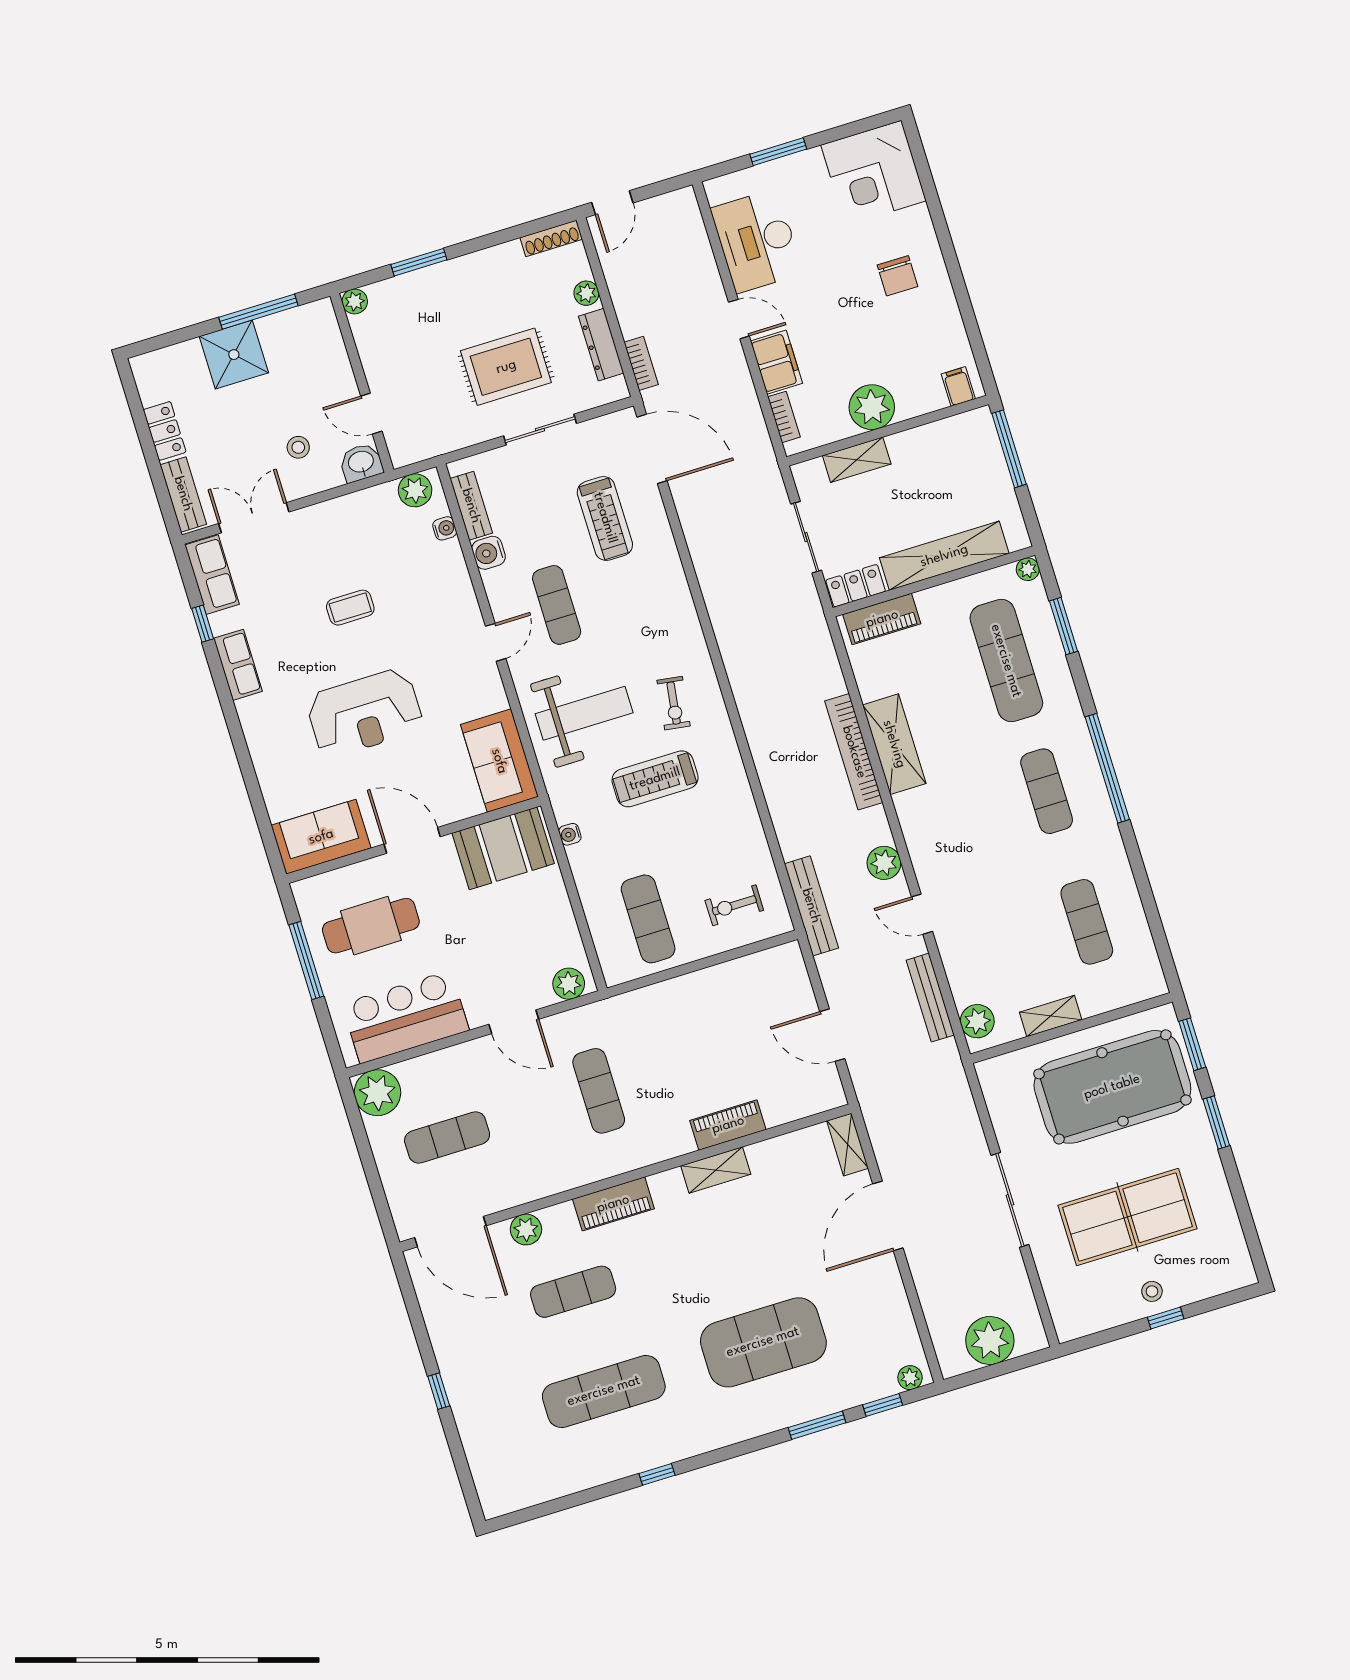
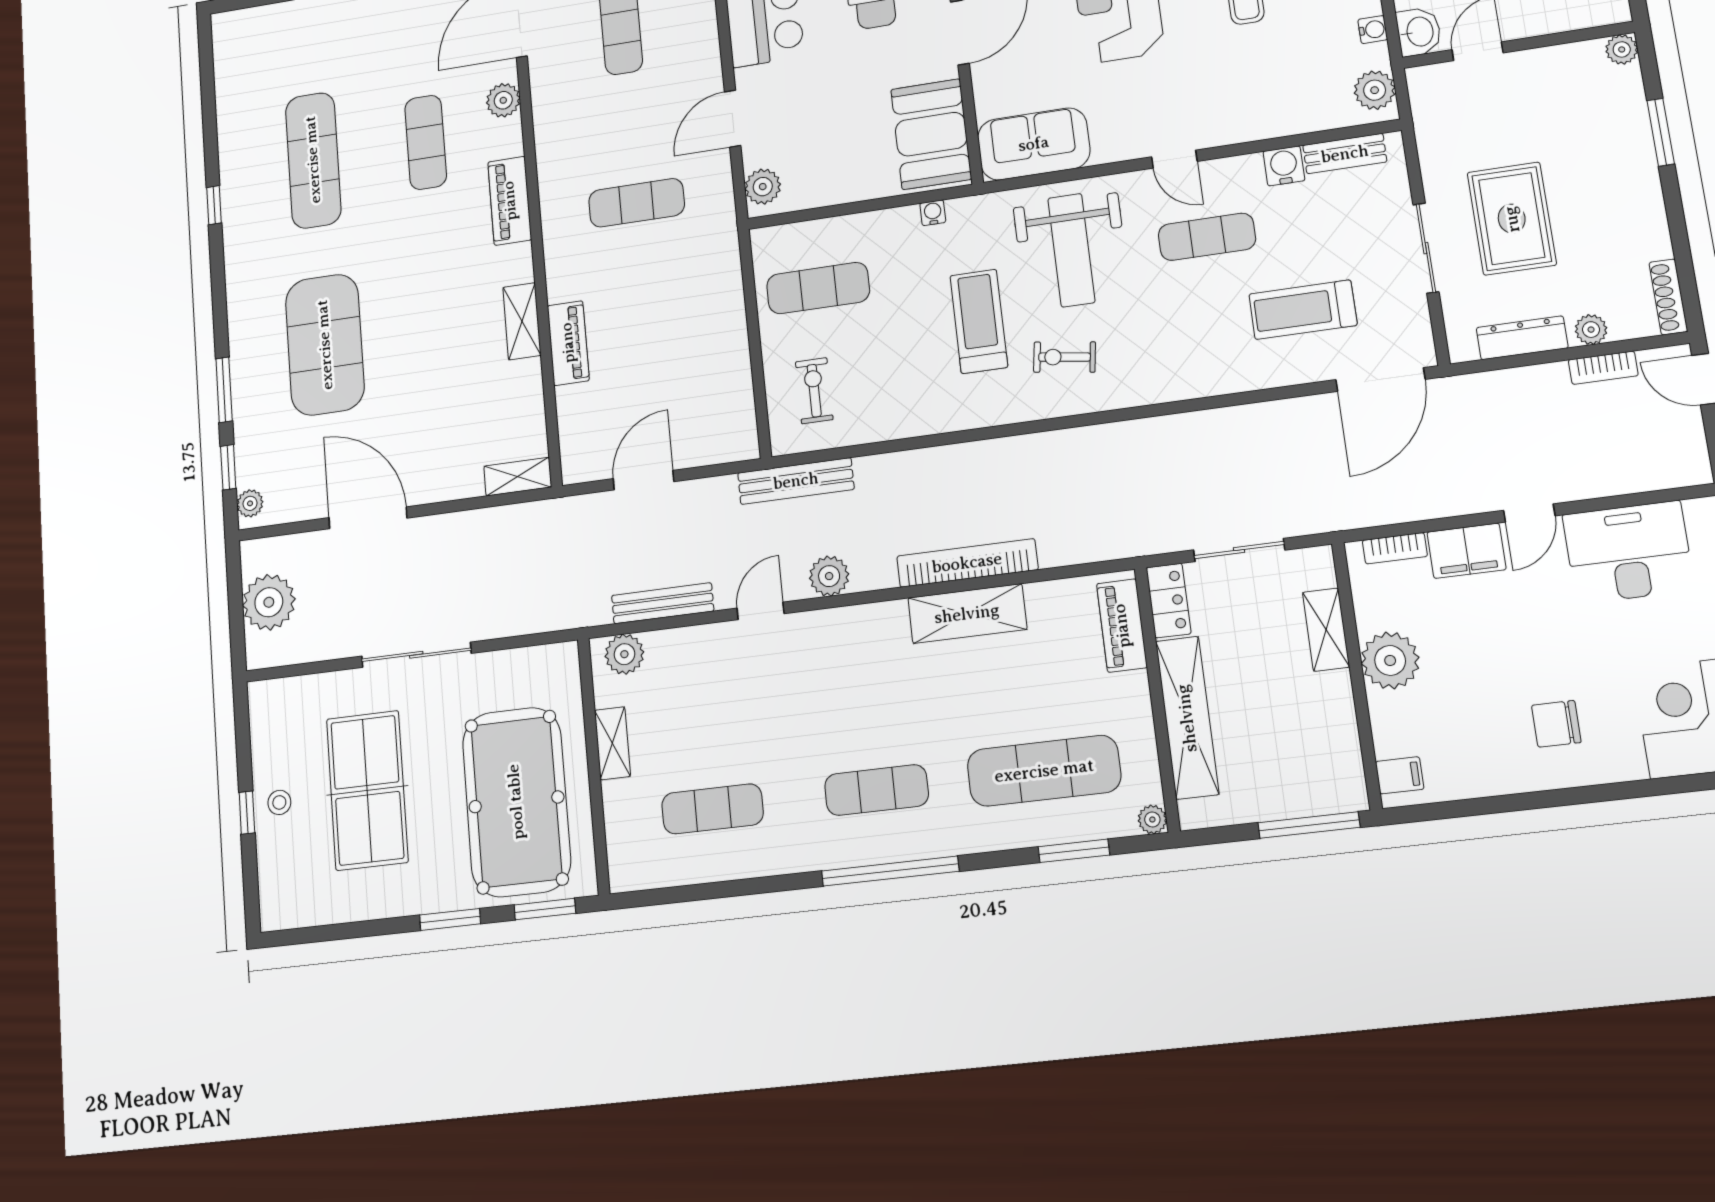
bookcase: (641, 363) -> (1603, 368), moved
water cooler: (445, 528) -> (1373, 30), moved, turned -90
door: (888, 1216) -> (368, 518), moved

